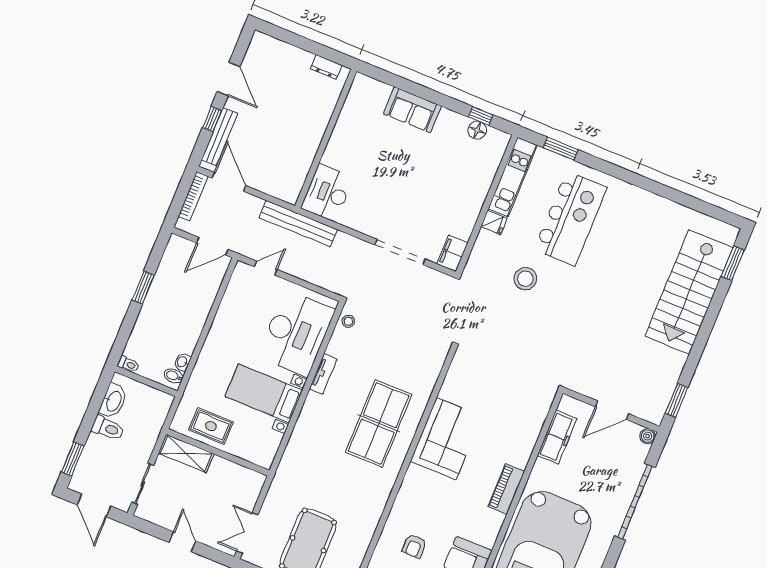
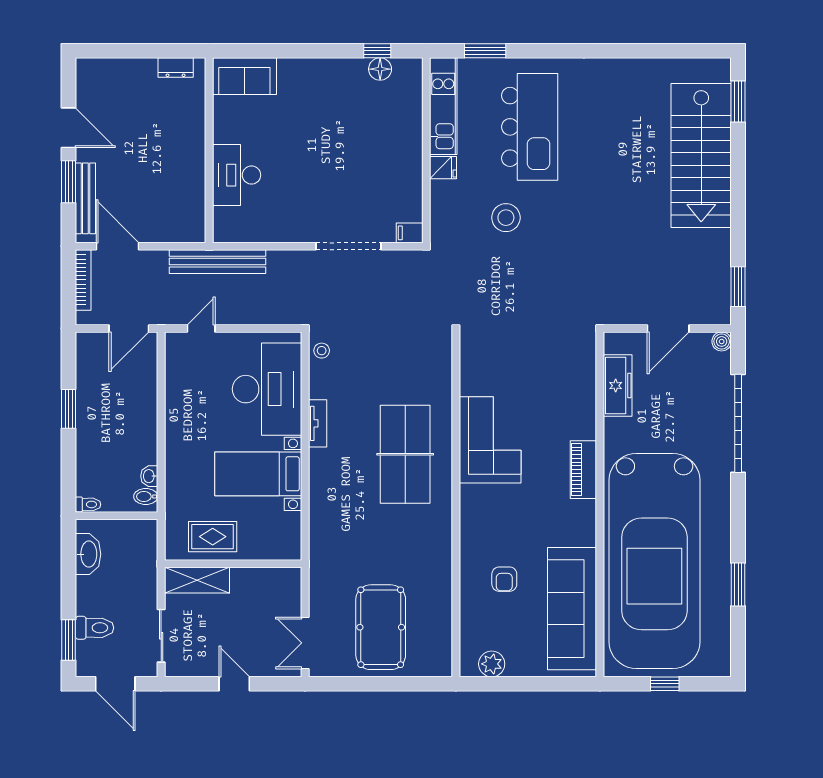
sofa: (412, 110) -> (244, 76), moved
window: (212, 119) -> (69, 182), width x1.50
desk: (327, 193) -> (237, 175), moved
filing cabinet: (452, 253) -> (410, 233), width x0.50
toilet: (108, 428) -> (95, 628), moved

